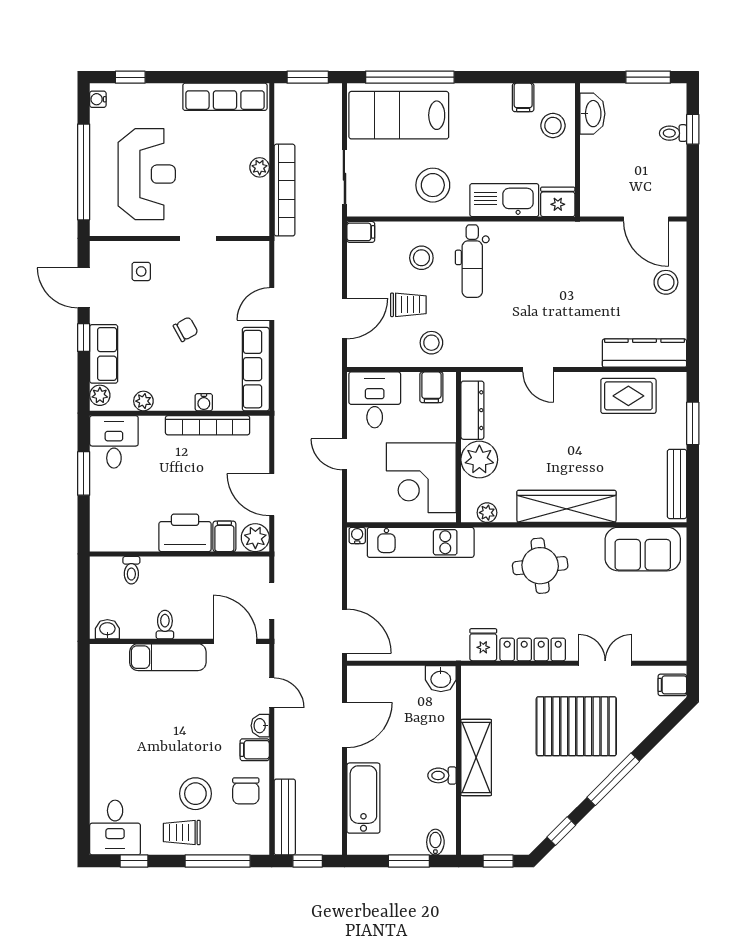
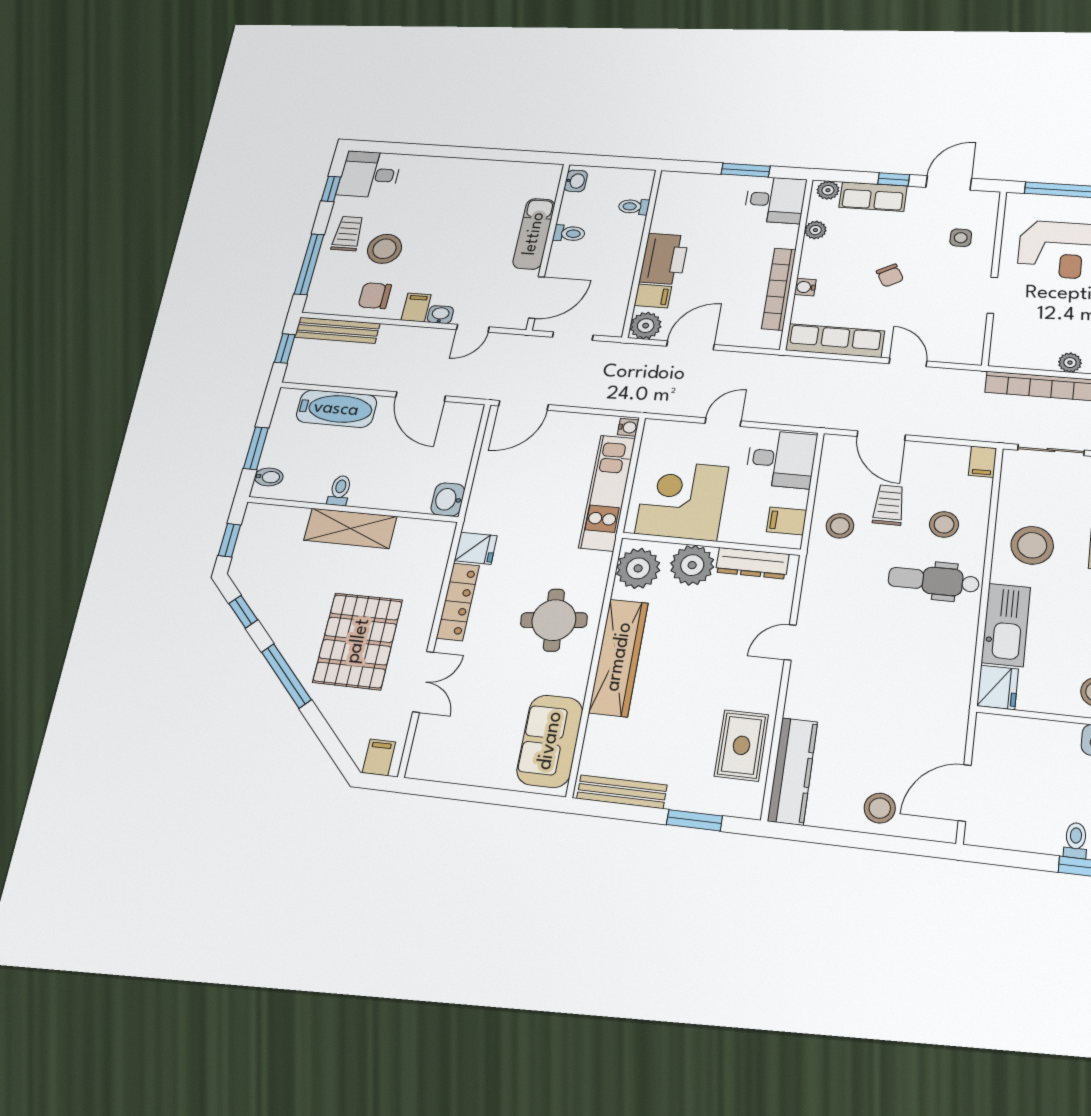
trolley: (408, 305) -> (889, 505), turned 180
plant: (487, 513) -> (638, 568), width x1.87, depth x1.87

